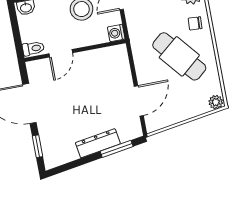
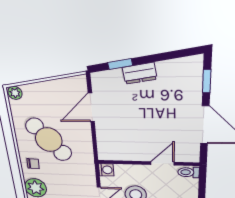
dresser: (98, 143) -> (140, 73), width x0.70
window: (117, 149) -> (120, 64), width x0.67

